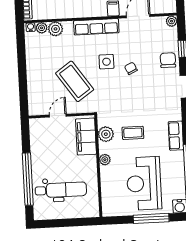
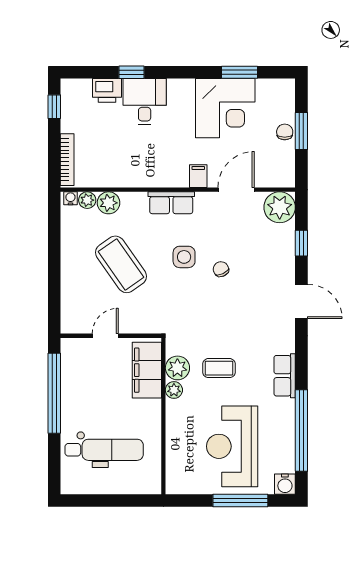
plant: (172, 21) -> (280, 207), width x1.88, depth x1.88
row of seats: (96, 27) -> (171, 203), width x0.68
chair: (168, 60) -> (278, 259), removed
coffee table: (75, 81) -> (121, 264), moved
plant: (105, 160) -> (174, 390), moved
window: (28, 179) -> (54, 393), moved

